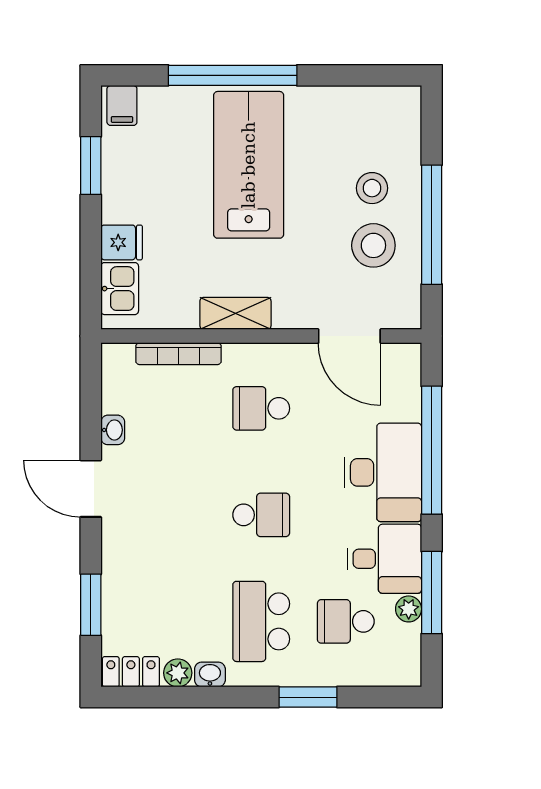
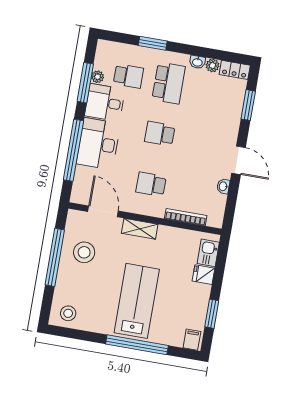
lab bench: (249, 165) -> (137, 301), turned 180
stool: (372, 188) -> (68, 313), moved
shelving: (235, 313) -> (140, 229), moved
school desk: (261, 408) -> (151, 184), turned 180

